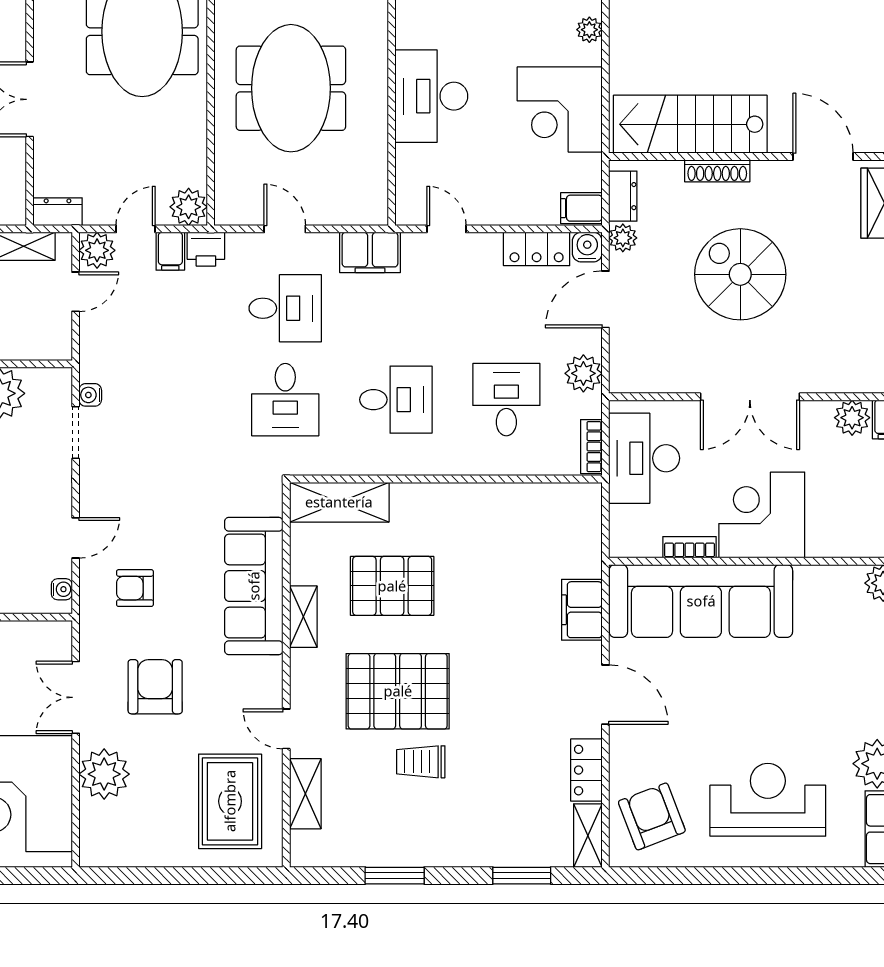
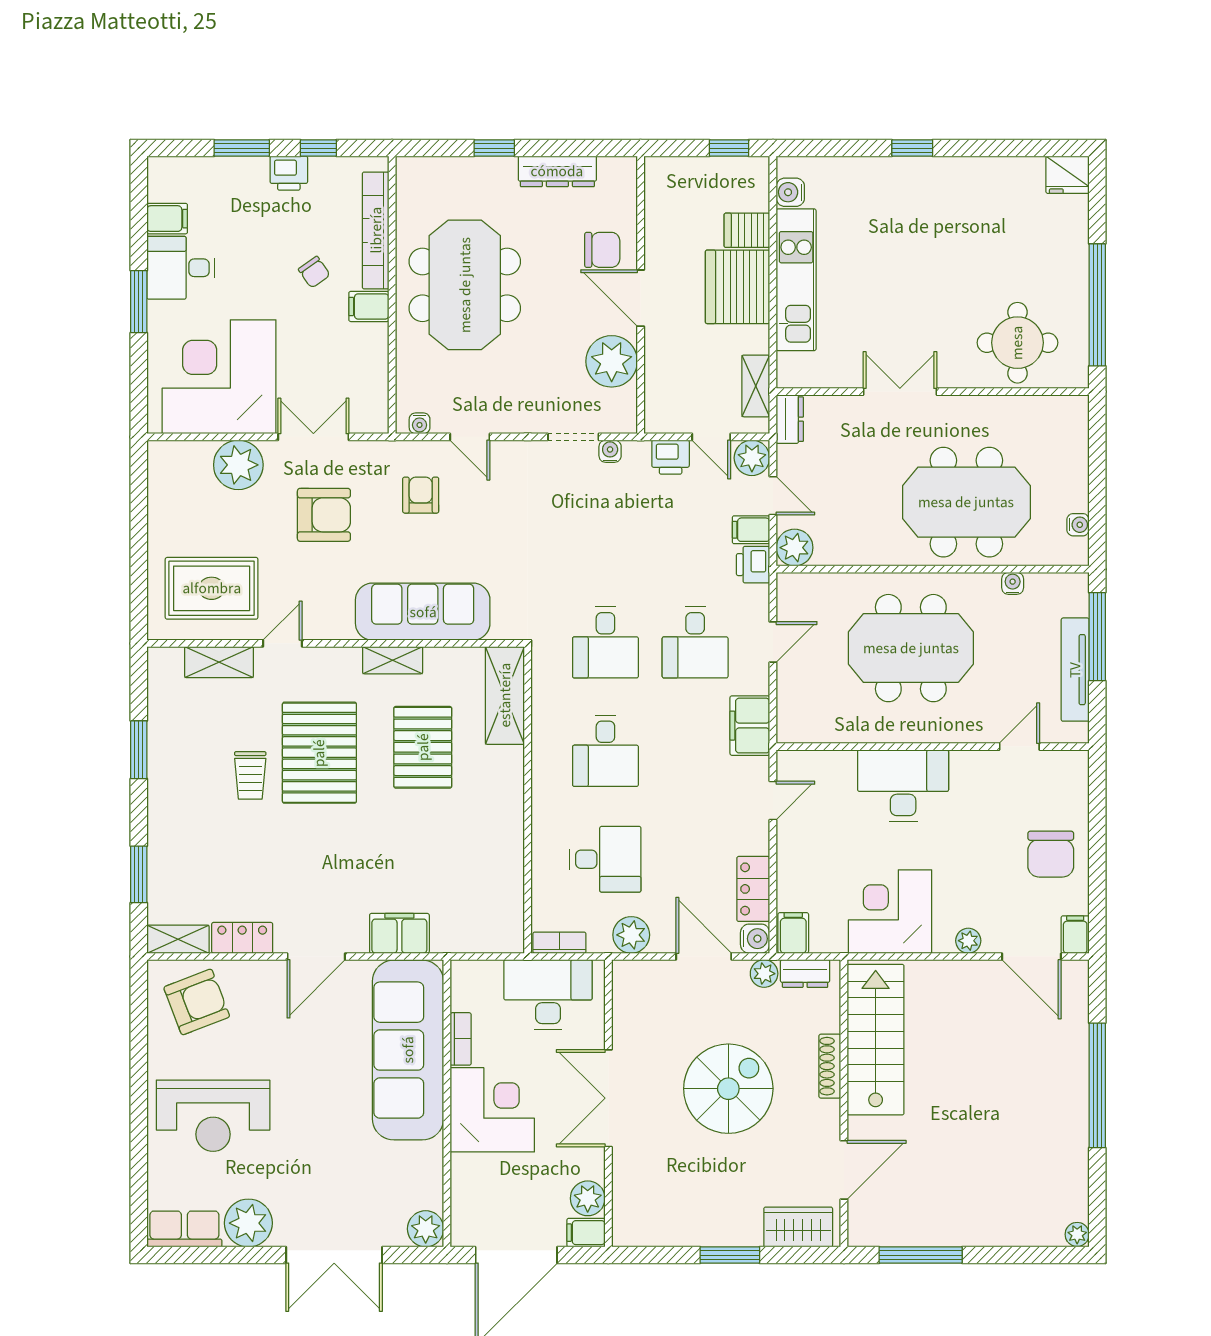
printer: (96, 333) -> (671, 457), added
desk: (285, 400) -> (605, 642), turned -90
trolley: (421, 762) -> (250, 775), turned 180
reception desk: (768, 800) -> (213, 1116), turned 90

